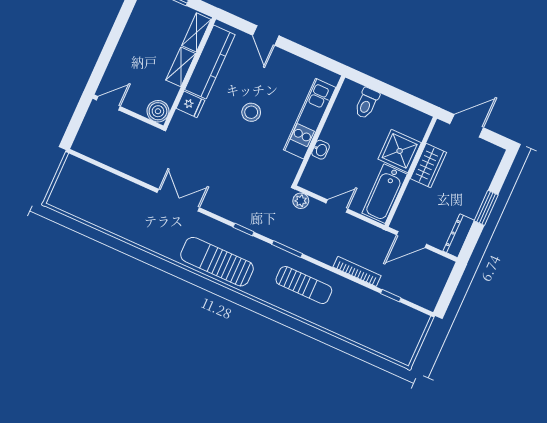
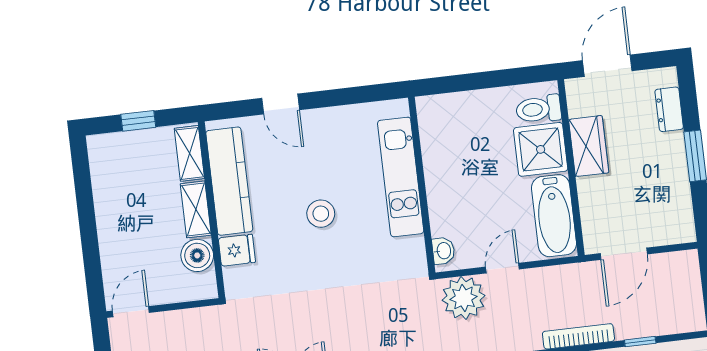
toilet: (367, 103) -> (539, 109), moved, turned 90
boiler: (158, 111) -> (197, 255), moved
washbasin: (321, 150) -> (443, 251), moved
plant: (301, 201) -> (463, 298), width x1.87, depth x1.87
dresser: (459, 236) -> (669, 109), moved, width x0.70

